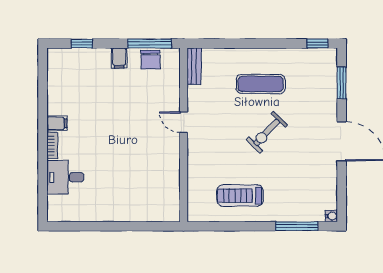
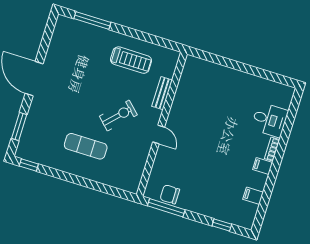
filing cabinet: (119, 58) -> (253, 196), moved, turned -90
chair: (150, 60) -> (170, 194), turned -90
bench: (194, 66) -> (162, 93), moved
exercise bike: (267, 132) -> (118, 116), moved
water cooler: (331, 216) -> (61, 20), removed

